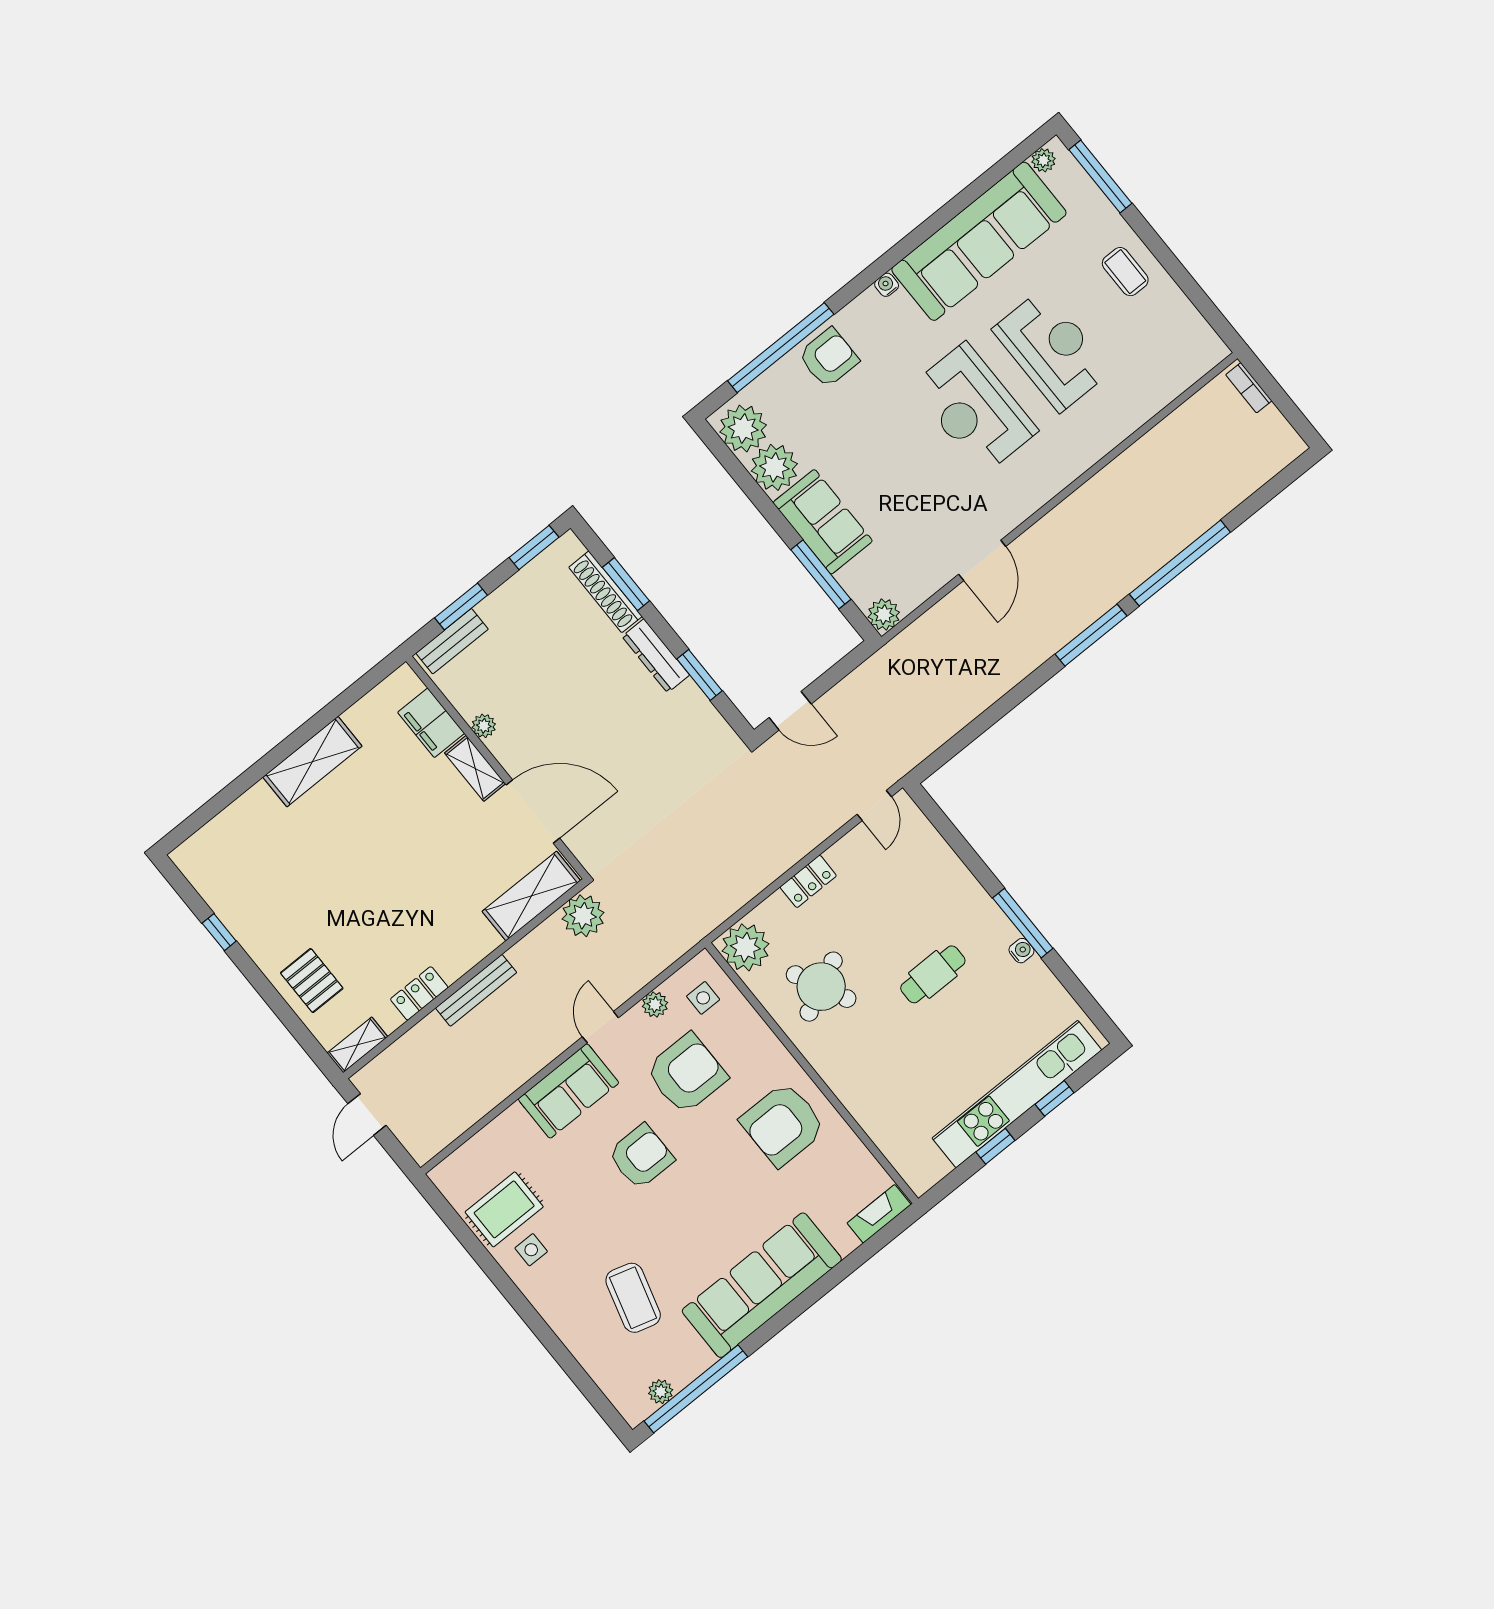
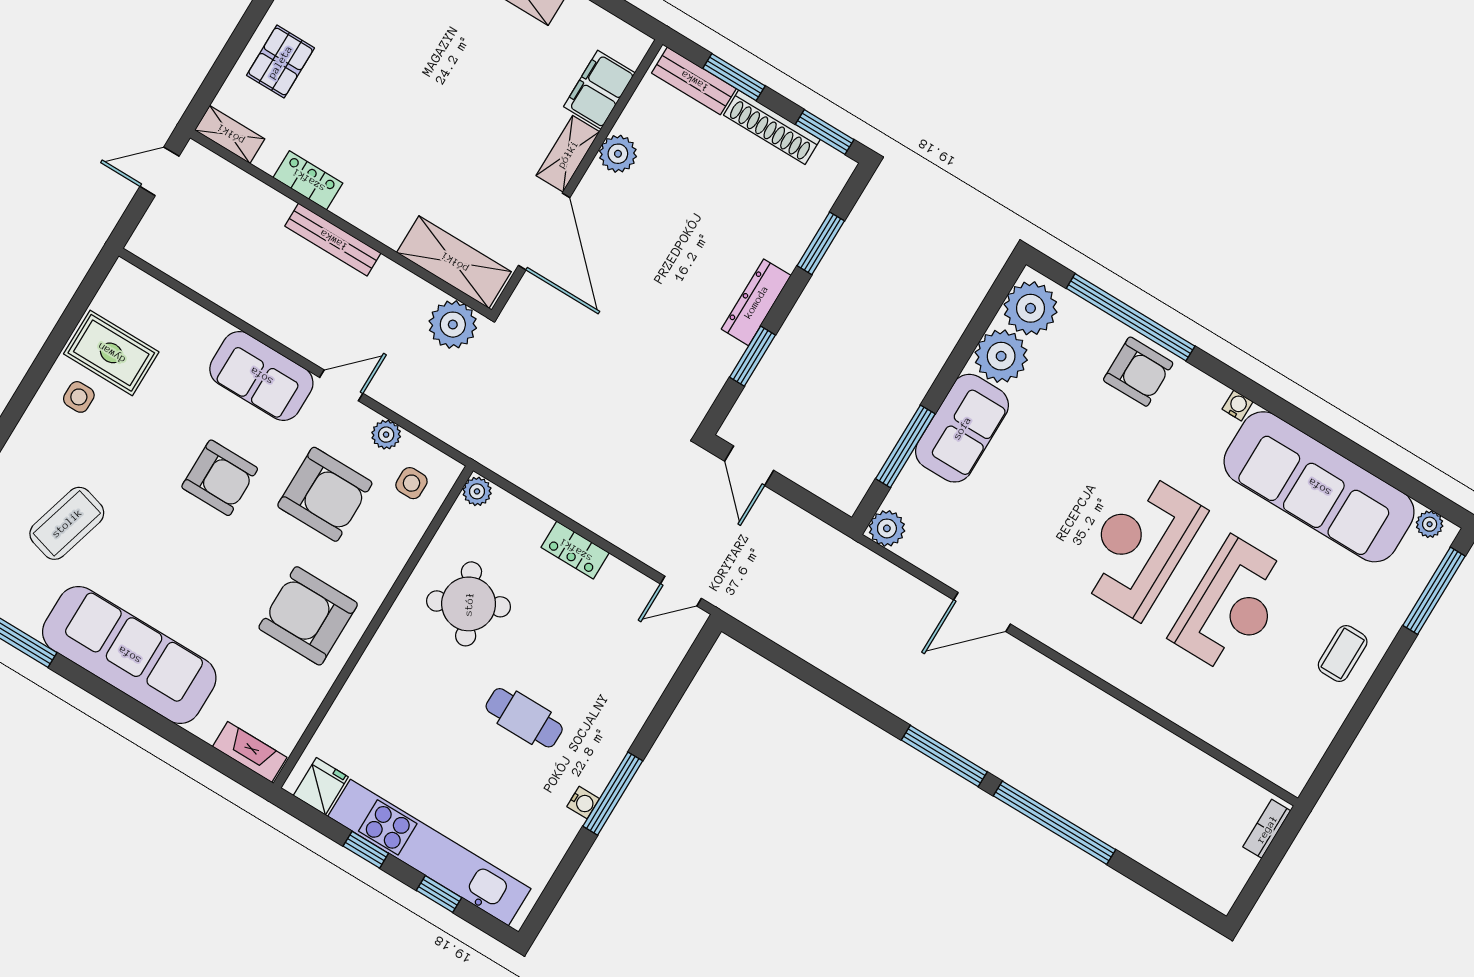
shoe rack: (605, 592) -> (772, 127), moved, turned -90
plant: (484, 726) -> (618, 154), width x1.38, depth x1.38
plant: (745, 947) -> (477, 491), width x0.53, depth x0.53
fridge: (929, 1165) -> (321, 786), added

